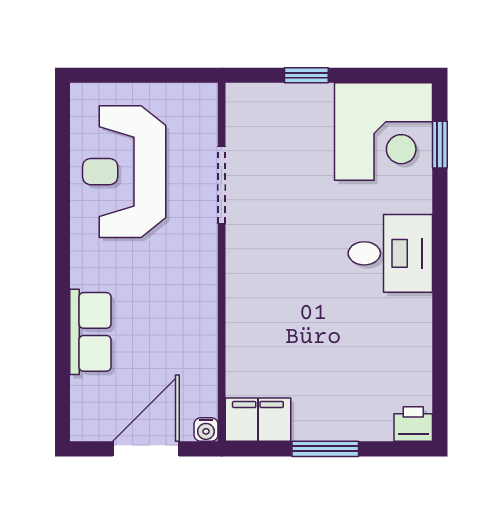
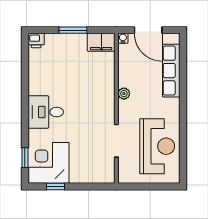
window: (306, 75) -> (55, 187), moved
plant: (204, 297) -> (124, 94), added
row of seats: (90, 332) -> (171, 71), width x1.48
door: (146, 449) -> (148, 30), hinge flipped

